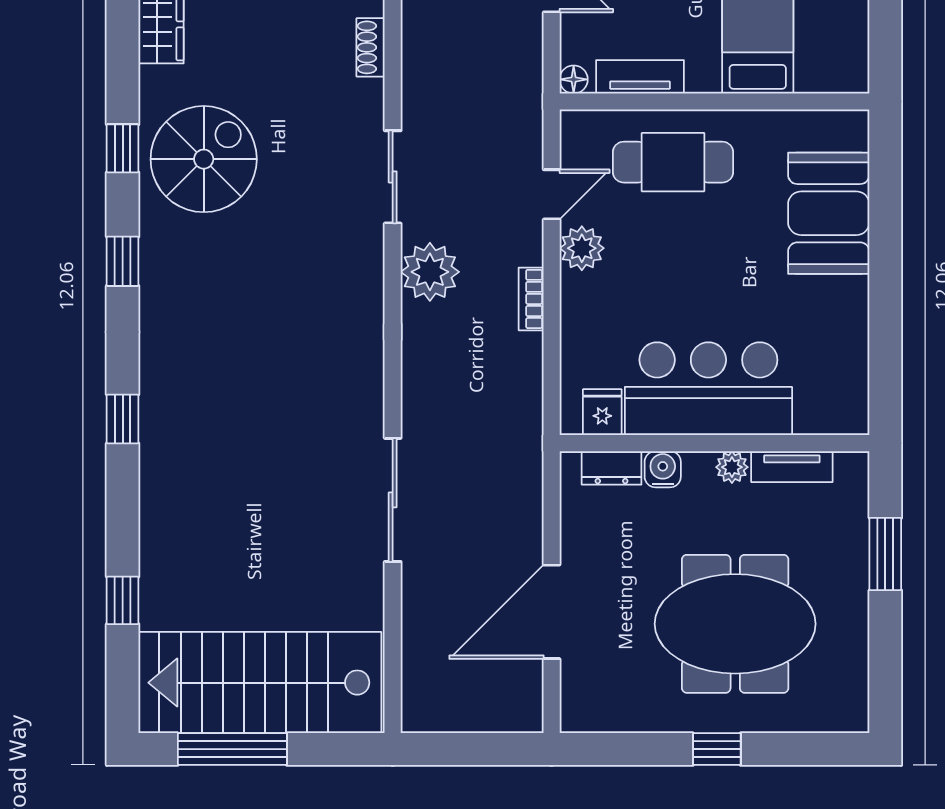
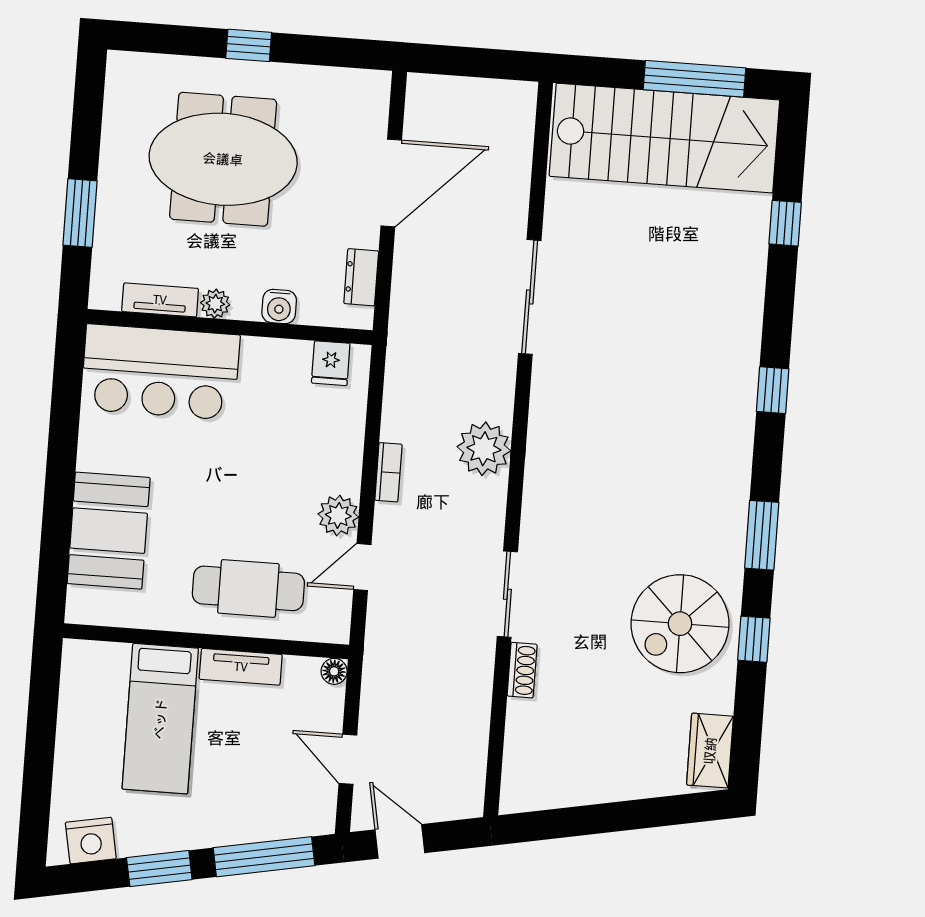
shoe rack: (371, 47) -> (522, 670), moved
tv unit: (640, 77) -> (241, 667), moved
window: (123, 261) -> (762, 535), width x1.50
plant: (430, 272) -> (484, 449), moved
bar counter: (708, 389) -> (160, 372), moved
dresser: (612, 468) -> (361, 277), moved, turned -90

